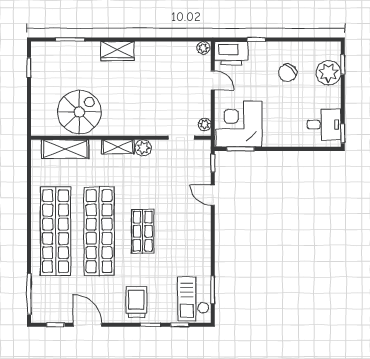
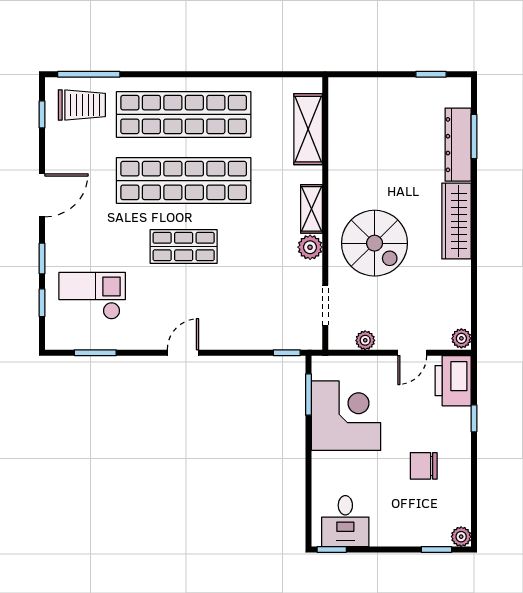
dresser: (75, 50) -> (458, 145), added
wardrobe: (118, 51) -> (456, 221), width x1.50
chair: (288, 73) -> (424, 466), turned -43
plant: (329, 73) -> (461, 537), moved, width x0.53, depth x0.53
spiral stairs: (79, 112) -> (375, 243), moved
plant: (205, 124) -> (365, 340), moved
corner desk: (239, 124) -> (346, 416), moved
door: (213, 195) -> (183, 353), moved
checkout: (193, 299) -> (92, 296), moved
trolley: (136, 302) -> (82, 105), moved
door: (87, 325) -> (42, 195), moved

